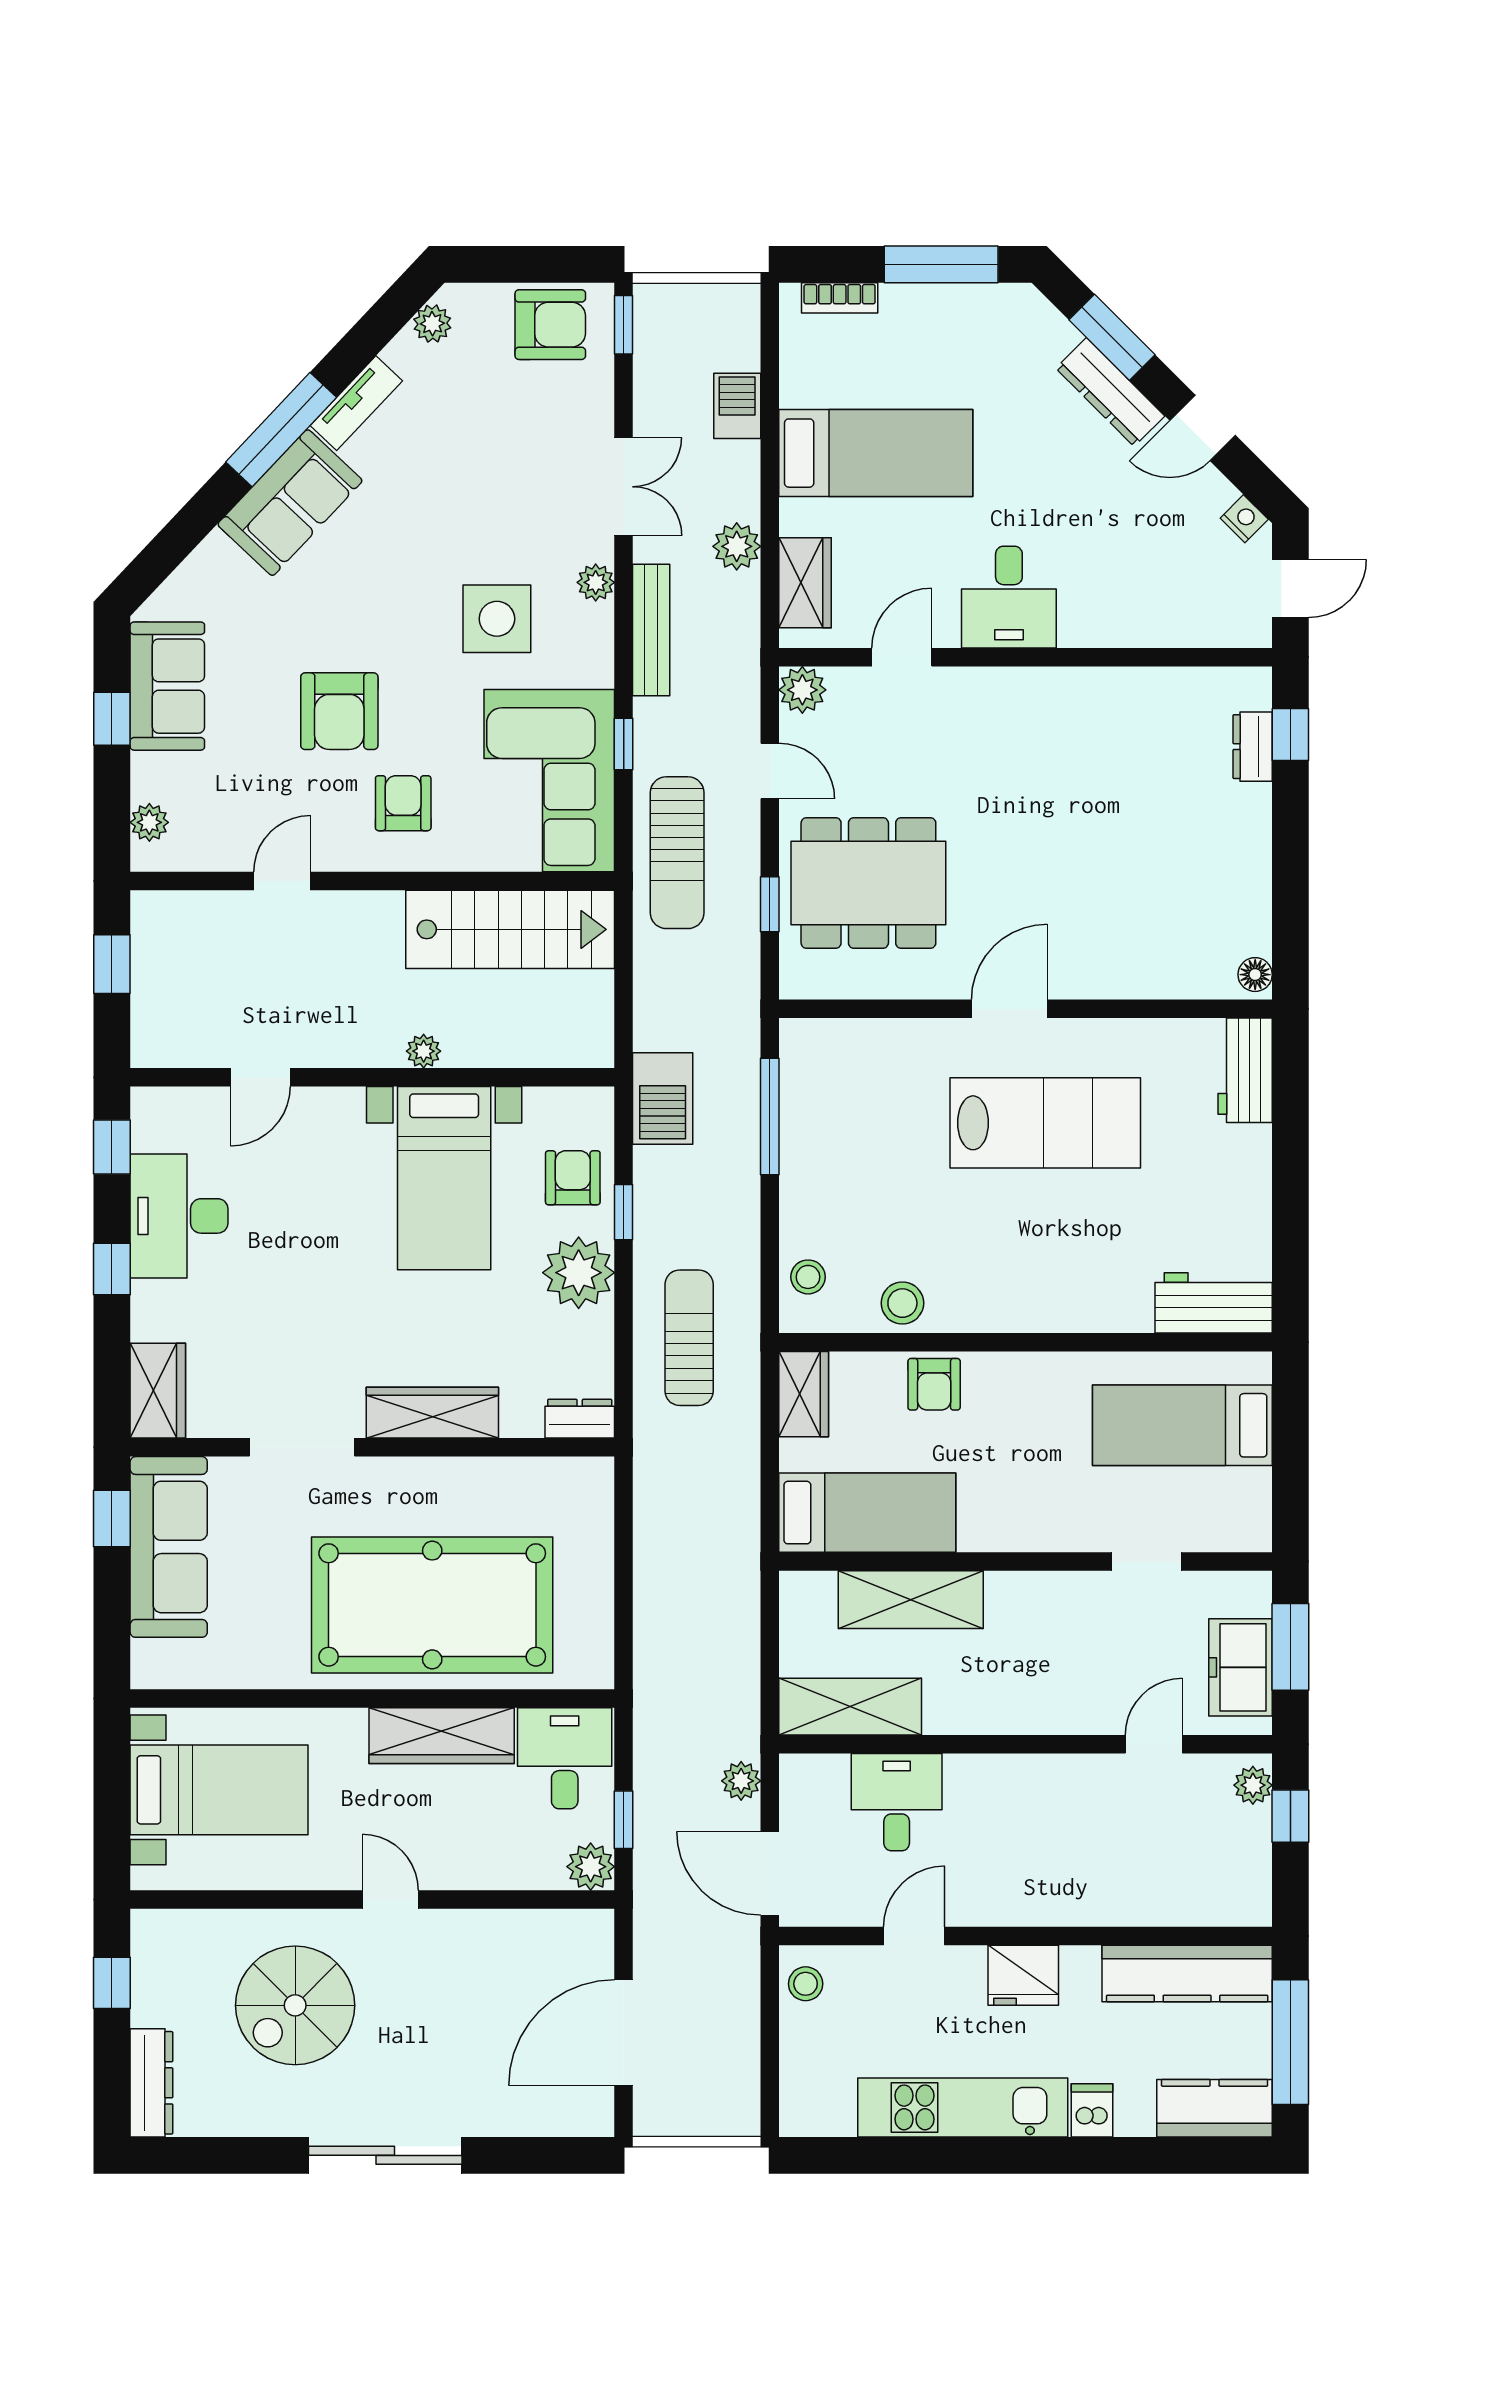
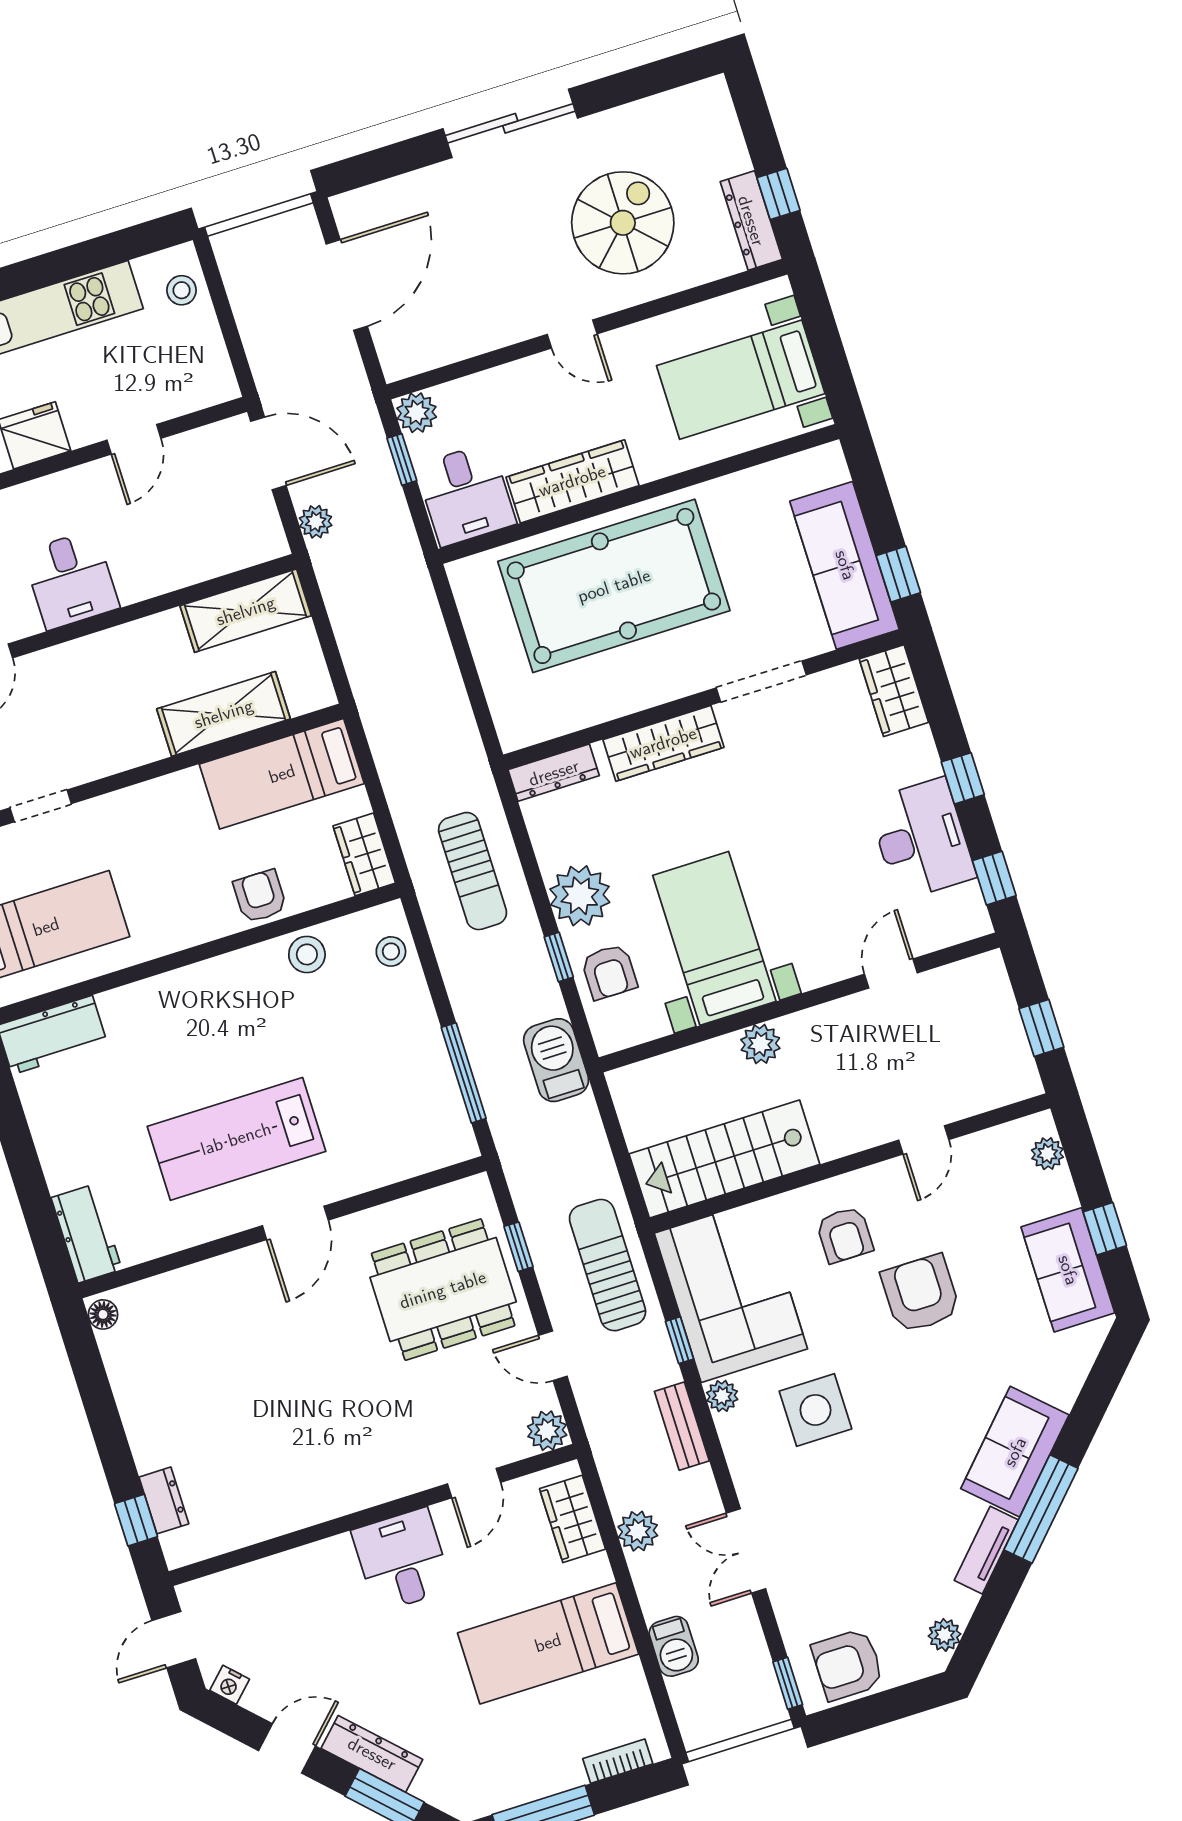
plant: (596, 582) -> (722, 1396), moved
bench: (651, 630) -> (682, 1426), width x0.73
plant: (424, 1051) -> (760, 1044), width x1.38, depth x1.38
dresser: (580, 1419) -> (554, 773), width x1.44
desk: (897, 1802) -> (71, 580), moved
stool: (806, 1984) -> (182, 290), moved
dresser: (151, 2083) -> (751, 221), moved

